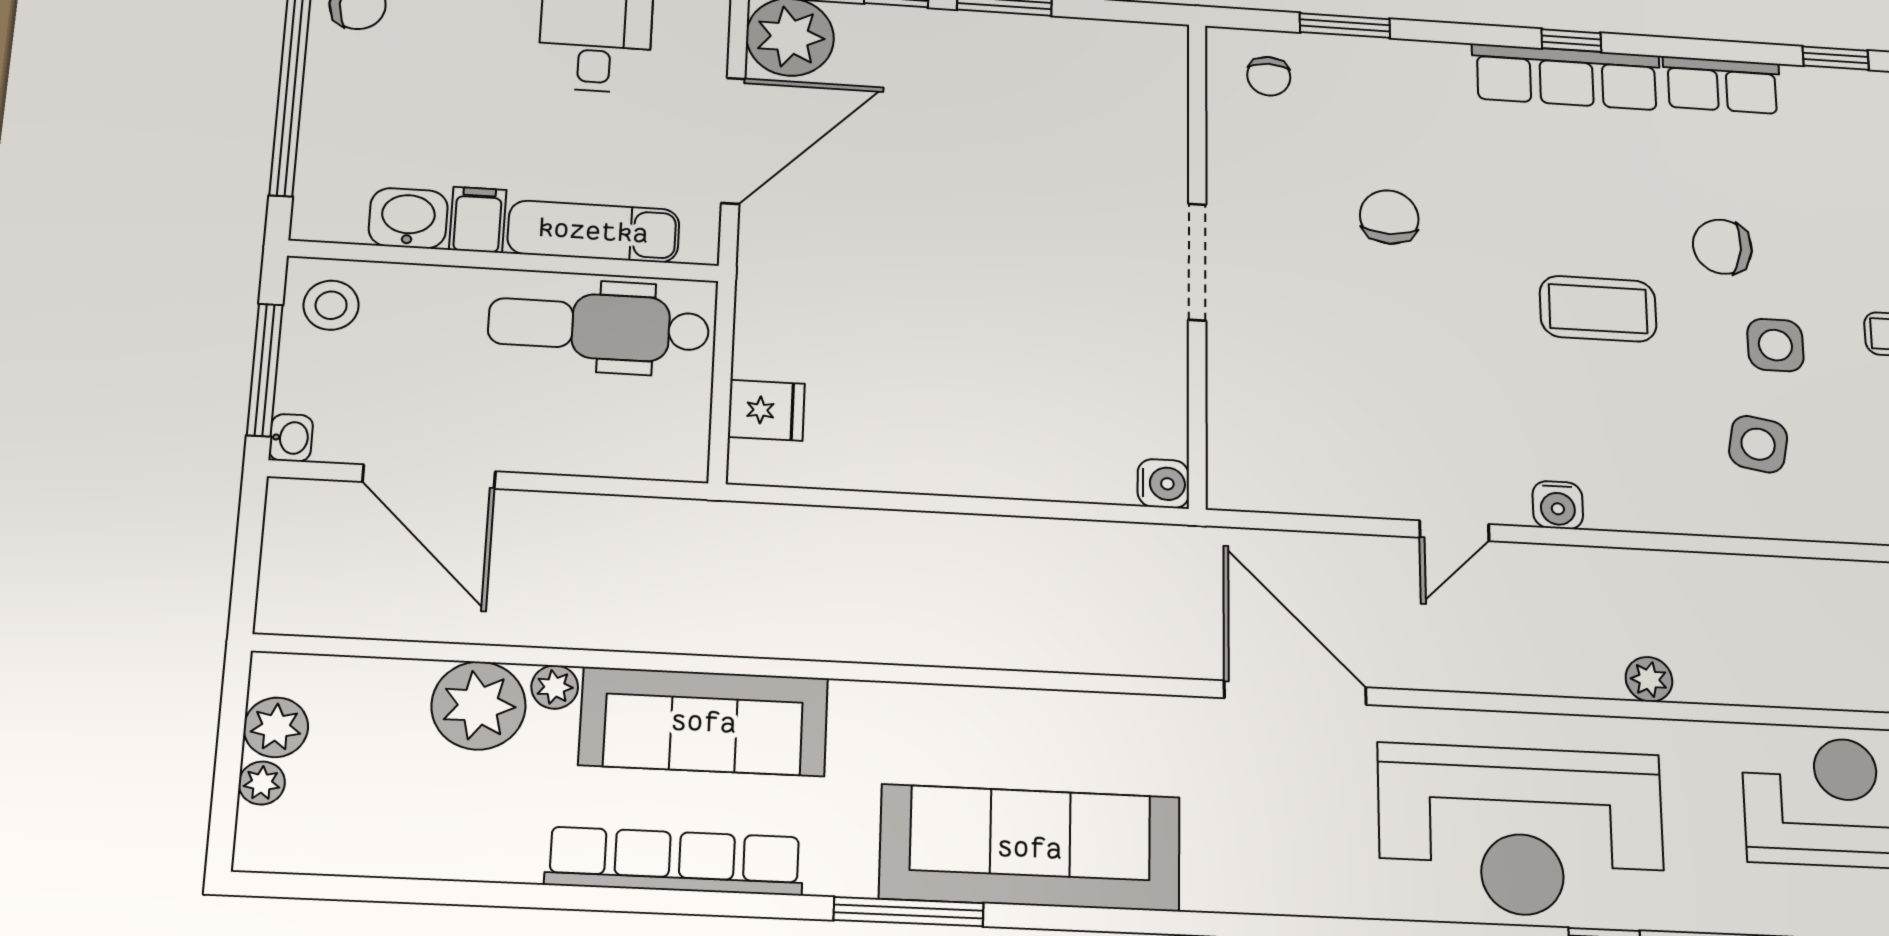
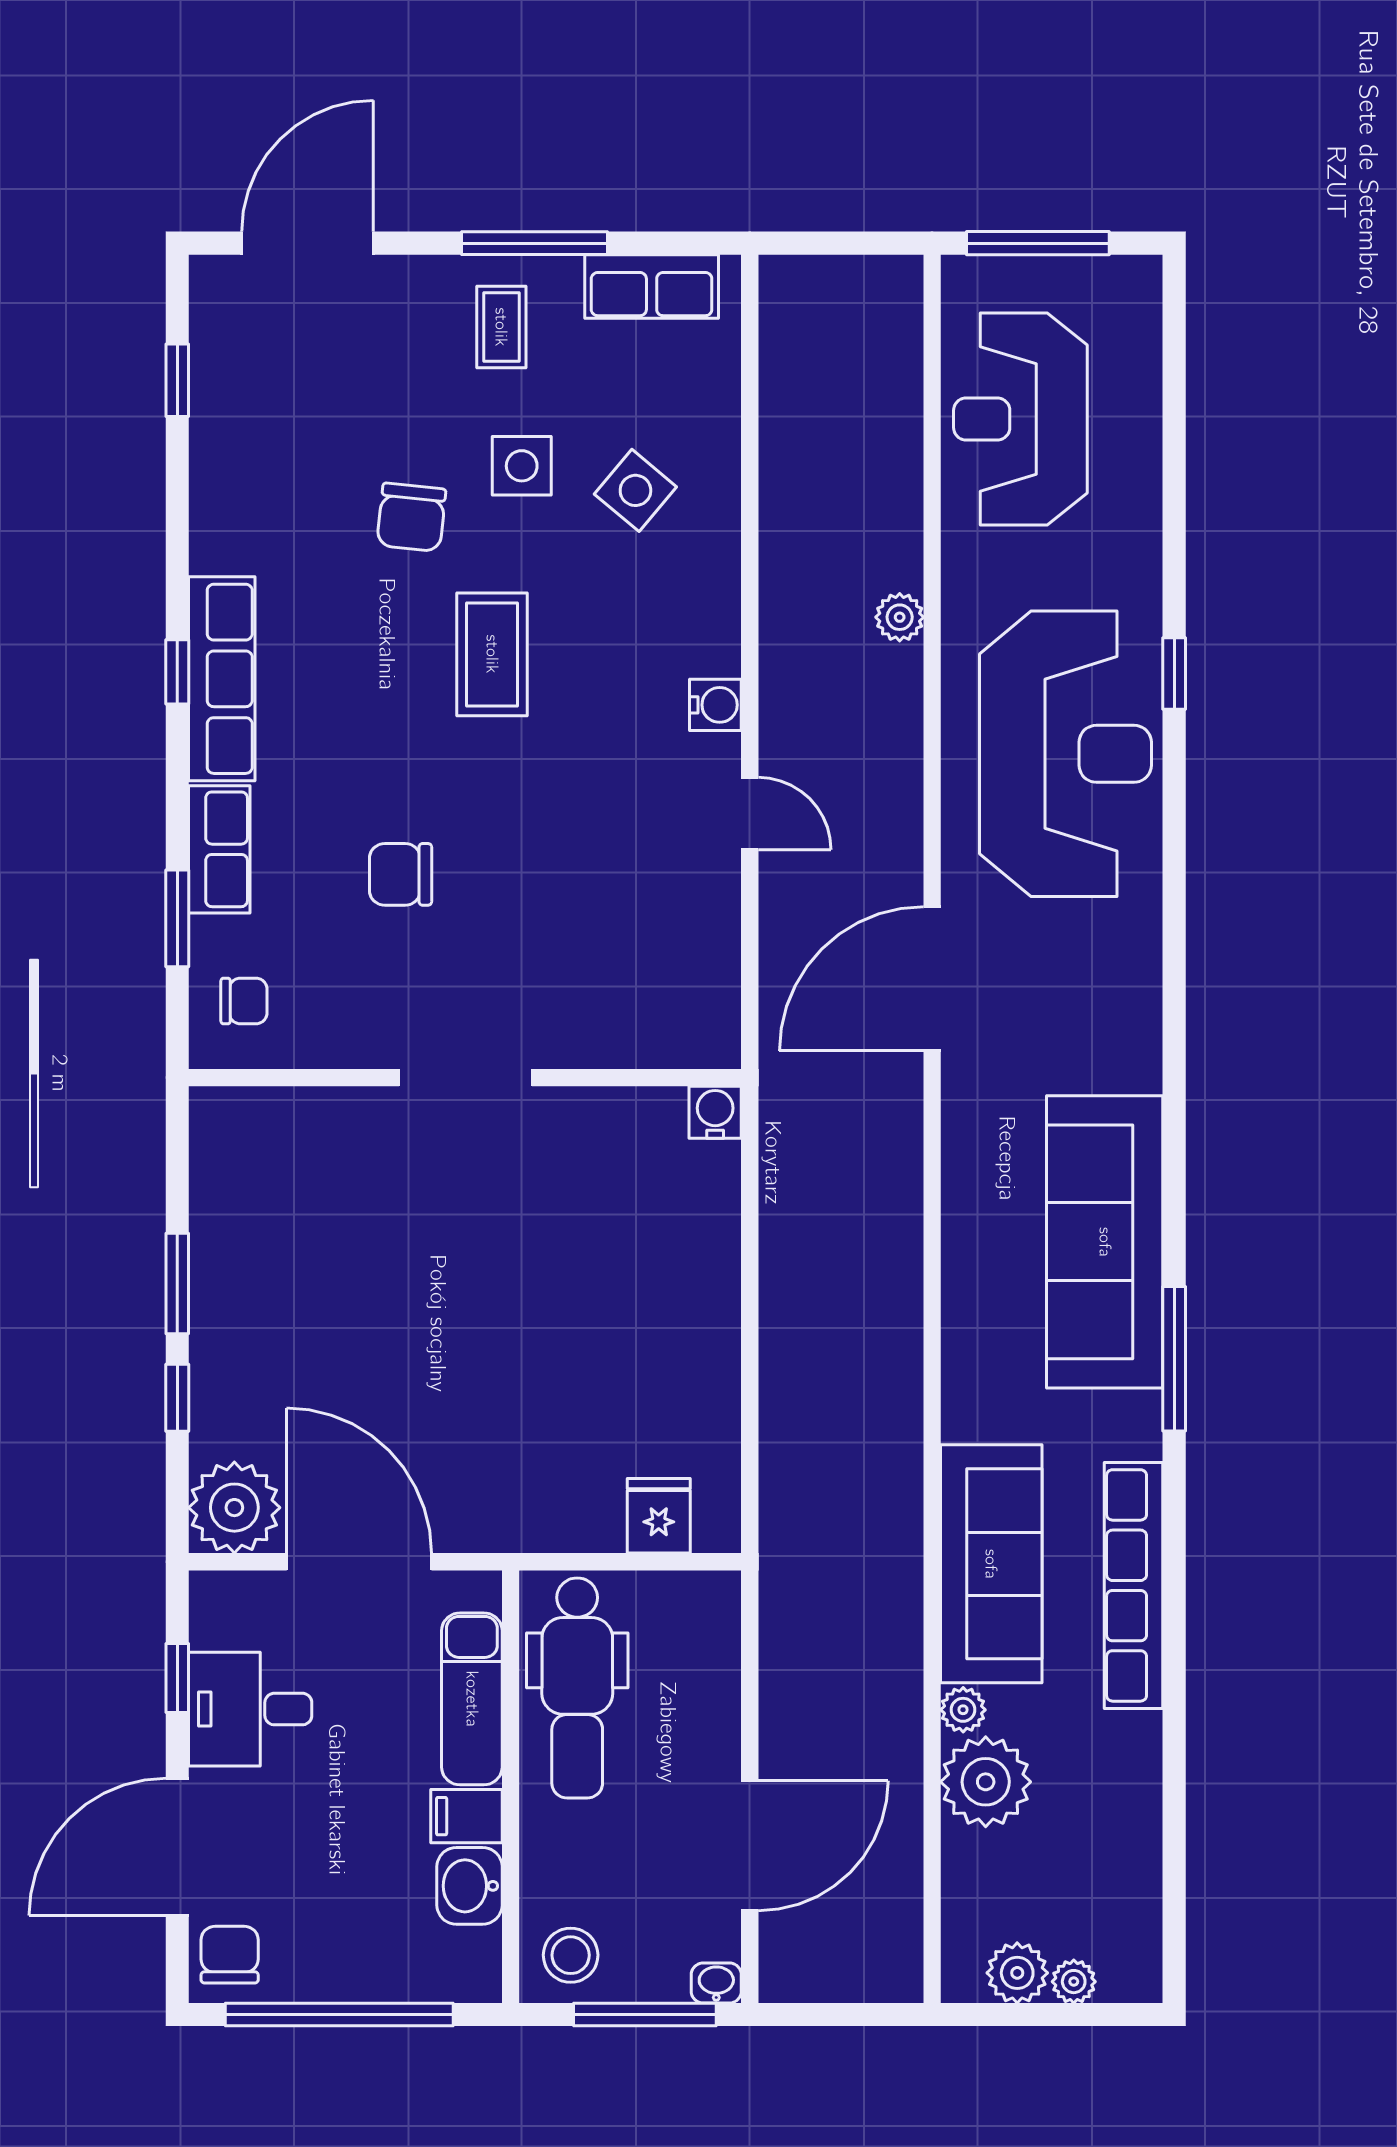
row of seats: (1722, 85) -> (219, 849), moved
side table: (1758, 444) -> (635, 490), turned 30

